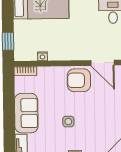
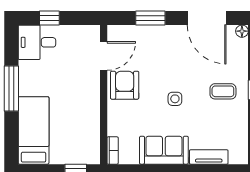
nightstand: (42, 56) -> (95, 129), removed
armchair: (79, 80) -> (125, 85), turned 180

